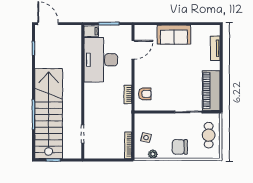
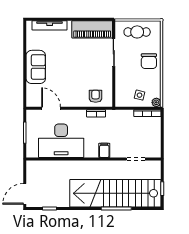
filing cabinet: (91, 31) -> (104, 150), moved
tv unit: (215, 48) -> (50, 25), width x1.41
plant: (153, 154) -> (156, 102), moved

